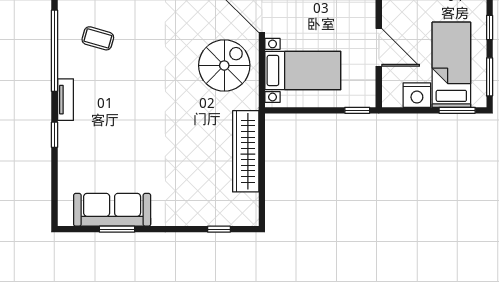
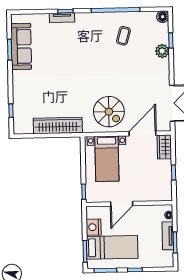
tv unit: (65, 100) -> (62, 18), moved

